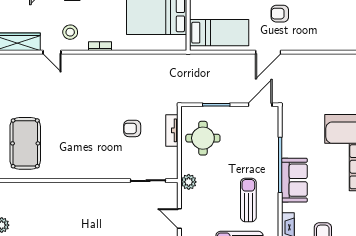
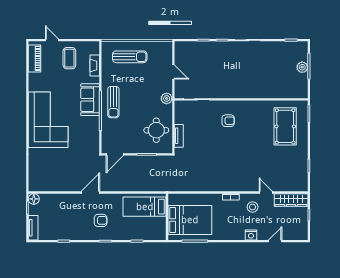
door: (268, 52) -> (90, 192), moved
armchair: (132, 128) -> (228, 121), moved
sun lounger: (248, 200) -> (113, 102), moved

